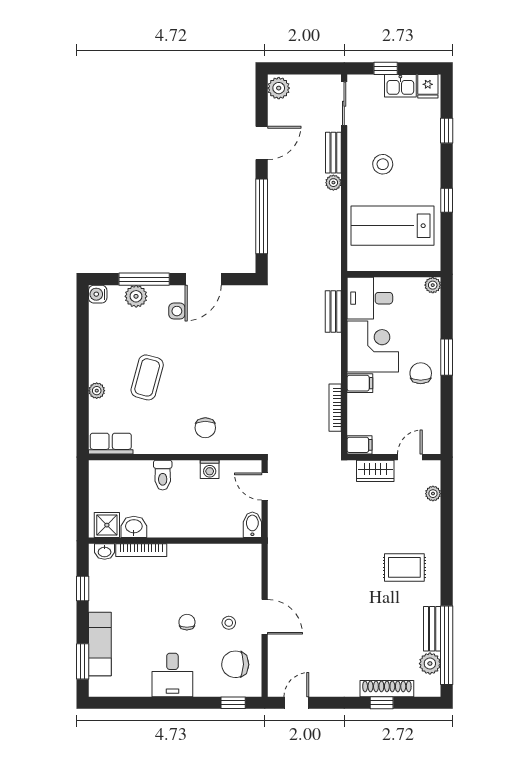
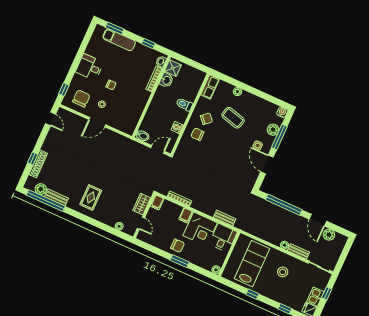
plant: (279, 88) -> (329, 235), moved
chair: (170, 424) -> (206, 119), added

